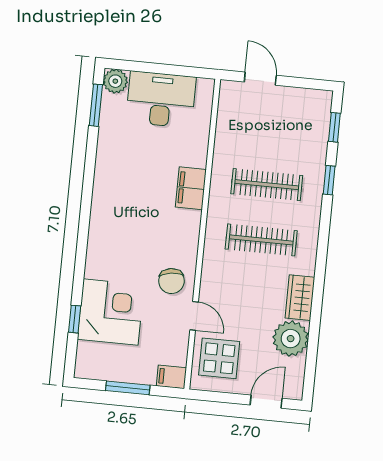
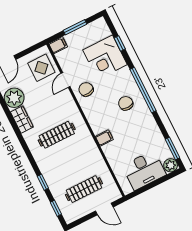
clothes rail: (267, 185) -> (84, 189), moved
filing cabinet: (191, 188) -> (104, 138), width x0.50
chair: (124, 221) -> (126, 103), added
window: (84, 224) -> (143, 90), added
door: (194, 316) -> (65, 80), hinge flipped

